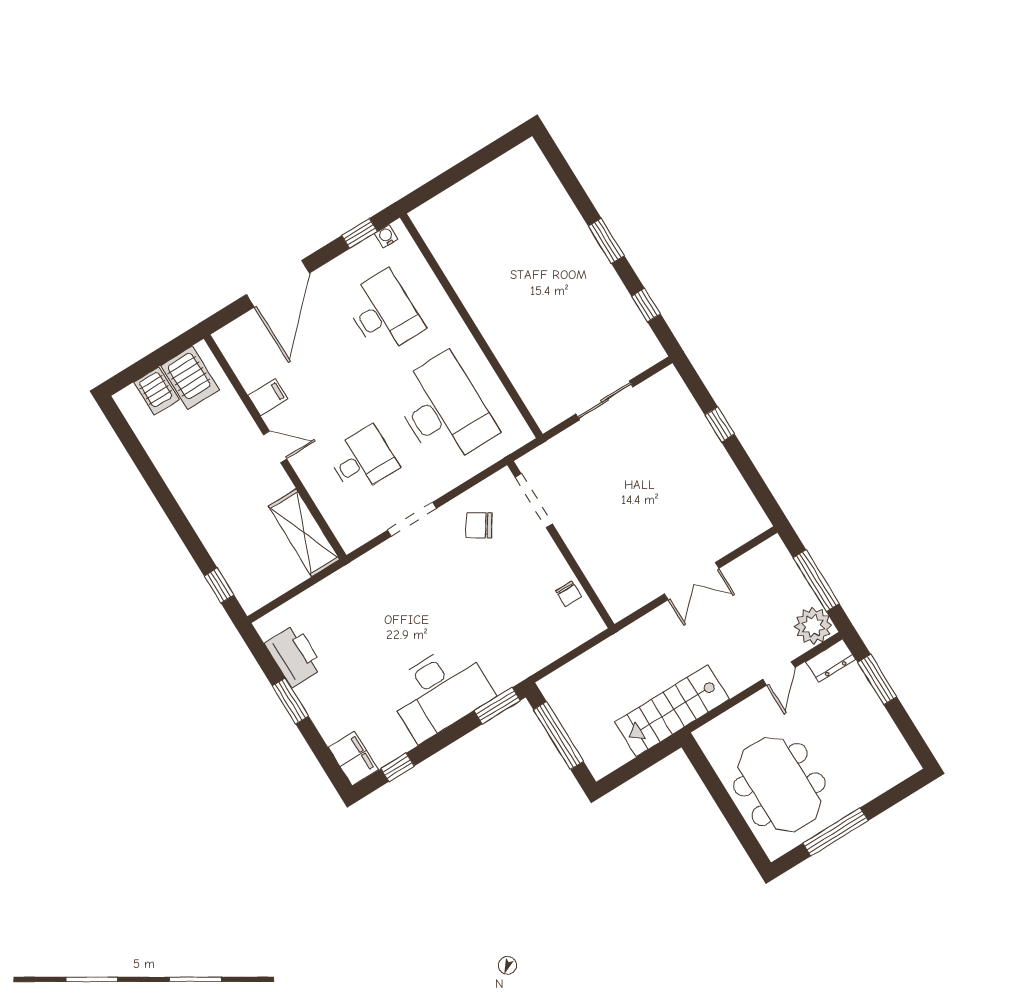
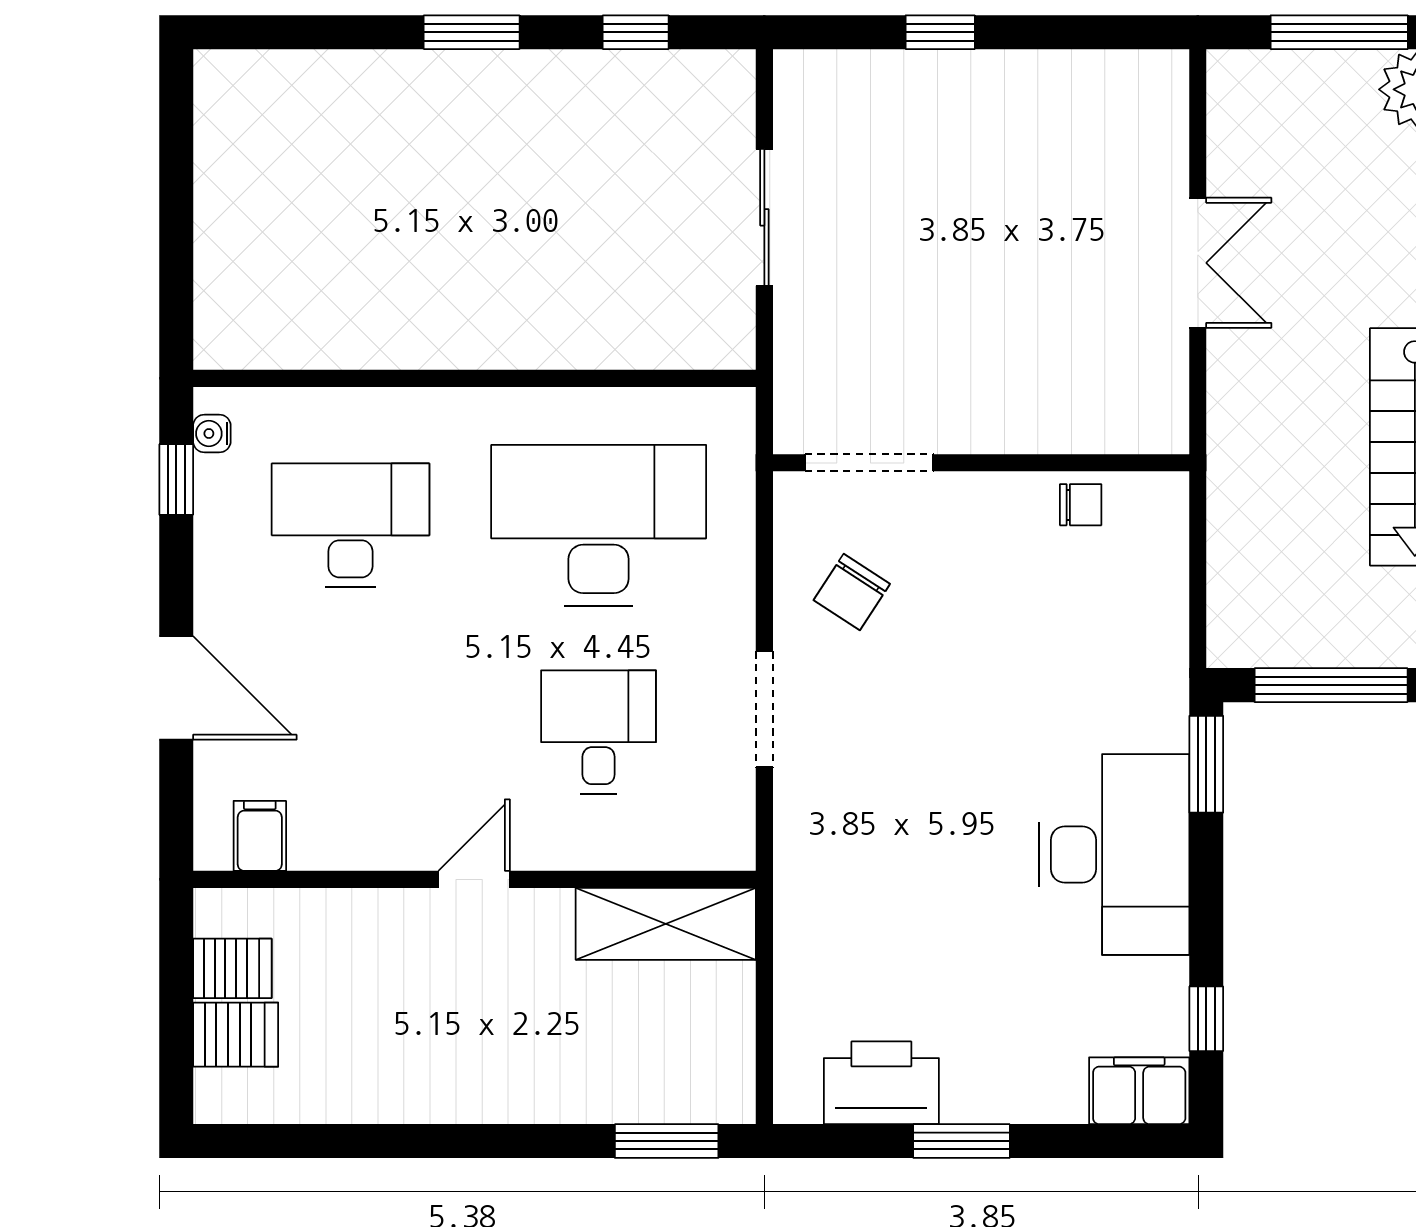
door: (278, 284) -> (176, 688), width x0.73
server rack: (190, 378) -> (232, 968), width x0.73, depth x0.70
filing cabinet: (268, 397) -> (260, 836), moved
window: (219, 586) -> (667, 1141), width x1.50

